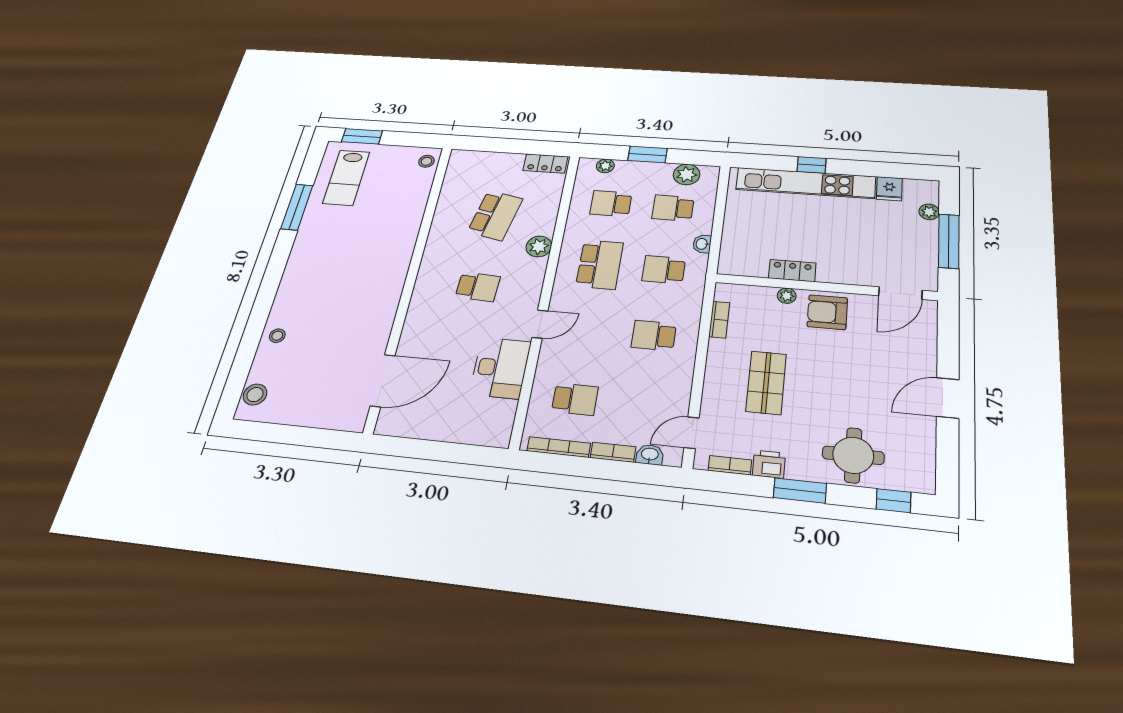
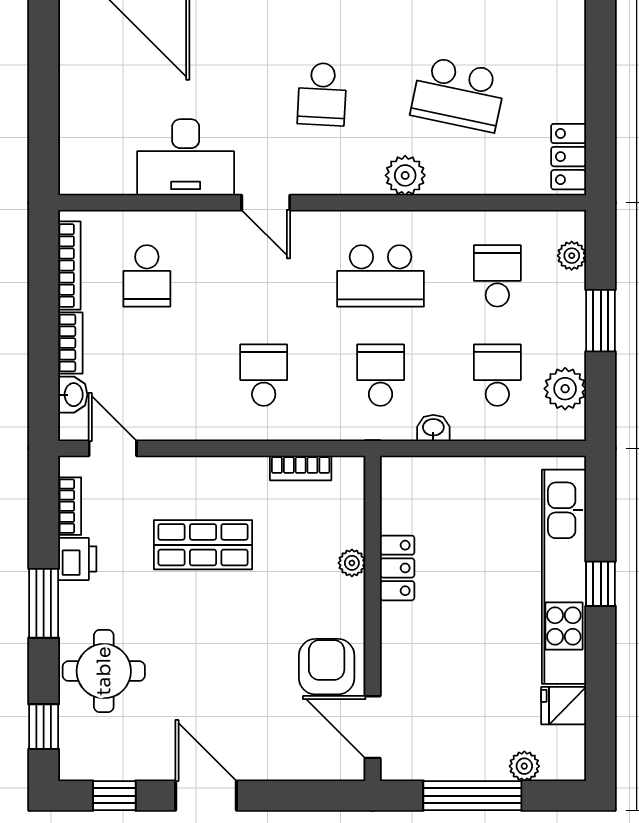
armchair: (827, 312) -> (327, 667), moved
window: (947, 458) -> (114, 796), added

